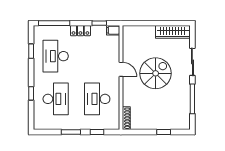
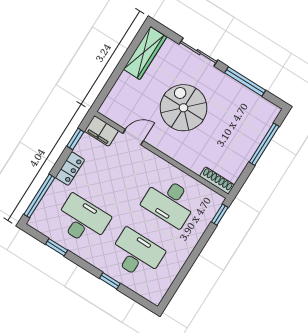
filing cabinet: (113, 30) -> (101, 131), width x2.00
desk: (56, 56) -> (82, 220), turned 180
door: (121, 69) -> (133, 137), moved
window: (71, 132) -> (190, 261), removed
window: (97, 132) -> (220, 215), moved
window: (164, 132) -> (264, 144), width x2.17

